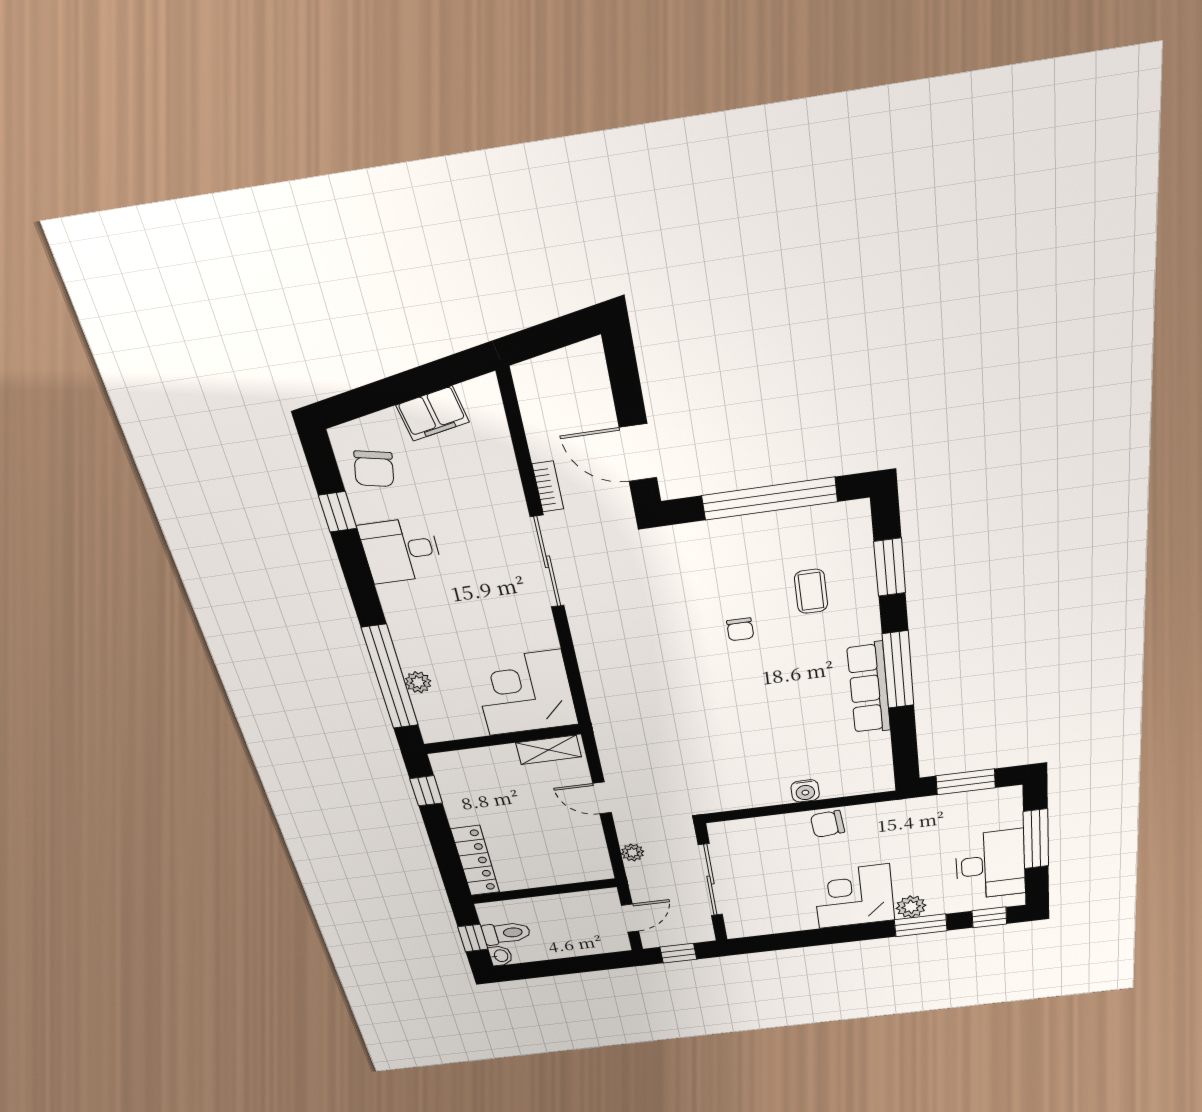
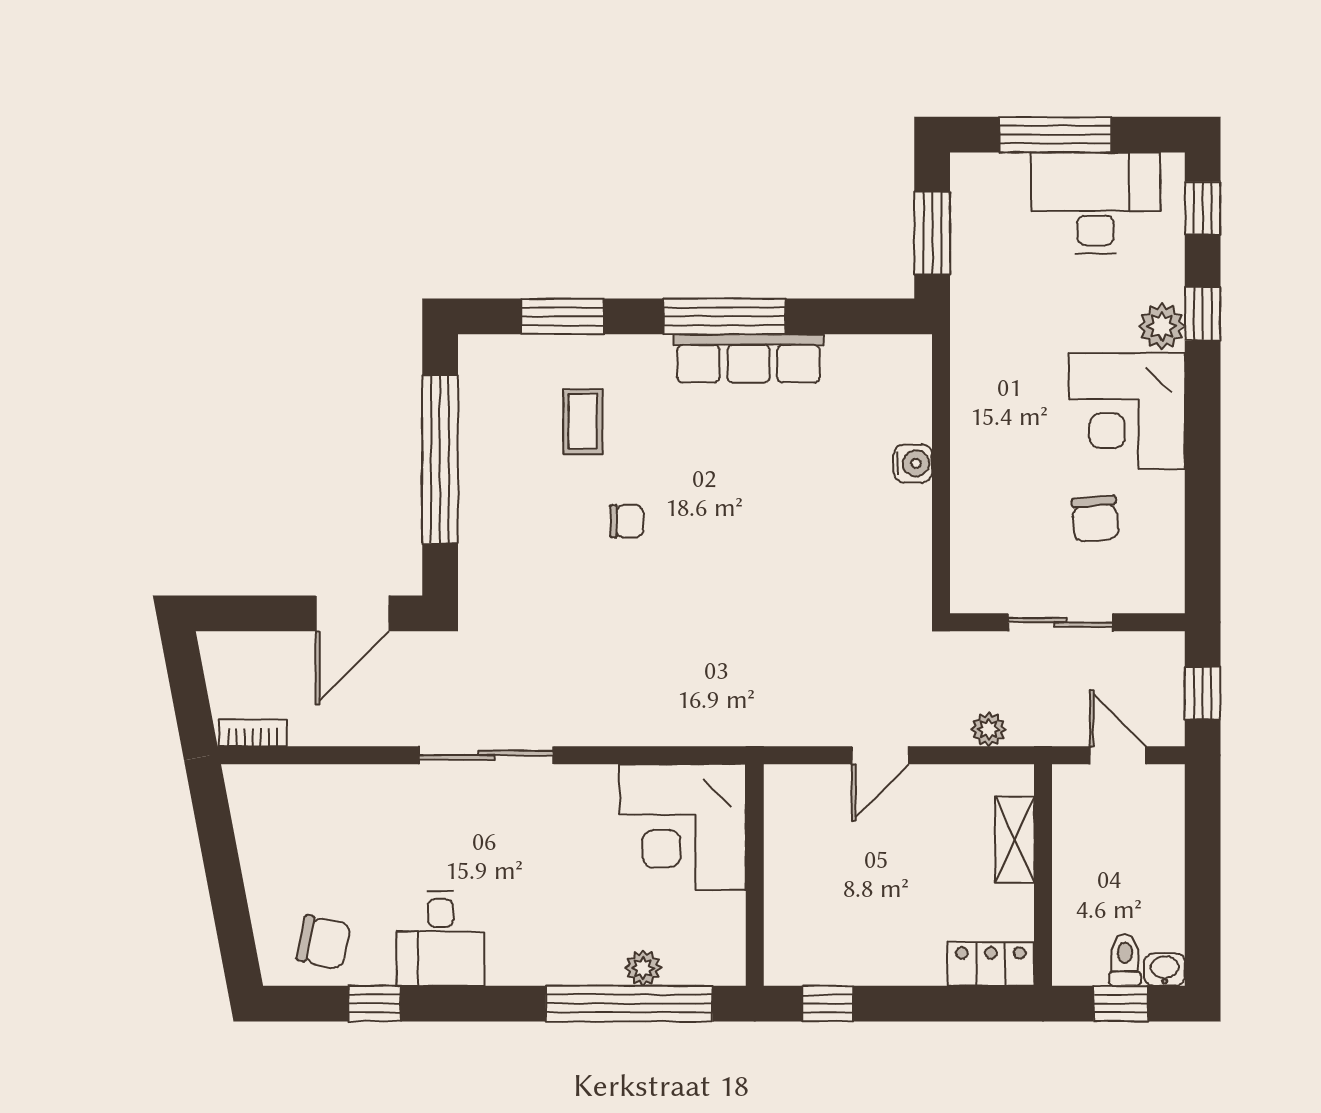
filing cabinet: (433, 414) -> (263, 852), removed
bookcase: (548, 487) -> (253, 733), moved
coffee table: (811, 591) -> (583, 422), turned 90
shelving: (549, 750) -> (1015, 839), moved
chair: (828, 824) -> (1095, 519), moved
locker: (475, 861) -> (991, 964), width x0.66
sliding door: (710, 880) -> (1060, 622), width x0.73
window: (921, 925) -> (1203, 314), width x0.67
toilet: (506, 933) -> (1125, 960), width x0.73, depth x0.72

